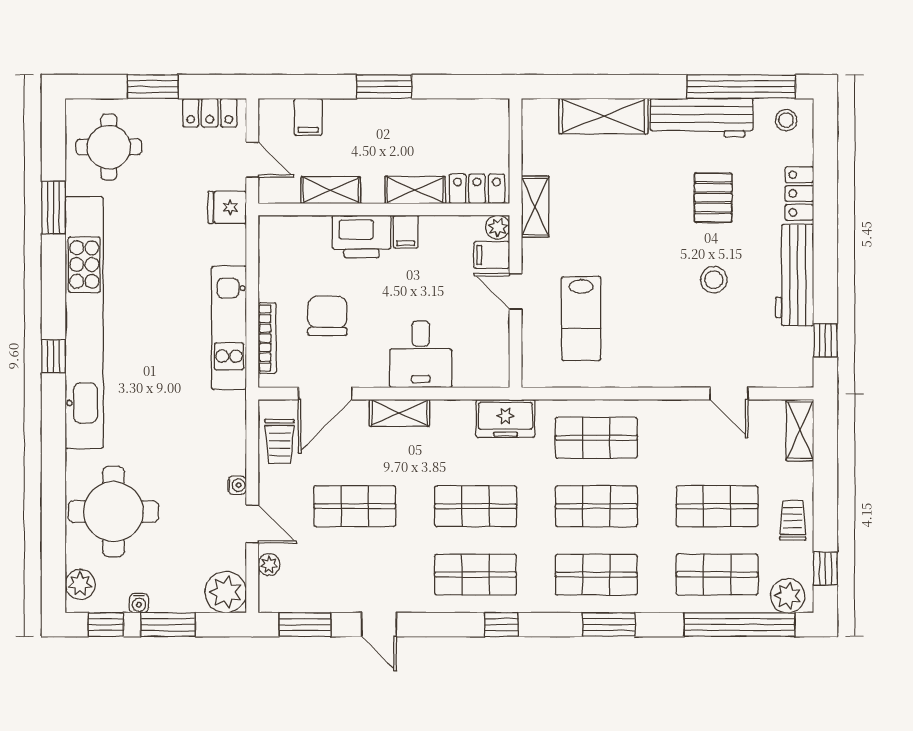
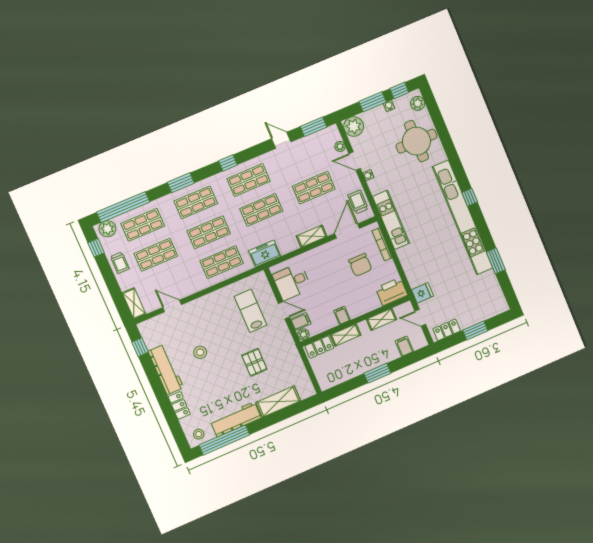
round table: (109, 147) -> (483, 297), removed
pallet: (713, 198) -> (254, 362), moved
shelving: (535, 207) -> (291, 350), removed
printer: (362, 236) -> (392, 292), moved
kitchen unit: (229, 328) -> (391, 220), moved
desk: (421, 354) -> (292, 282), moved, turned -90

